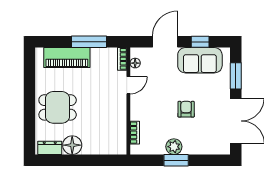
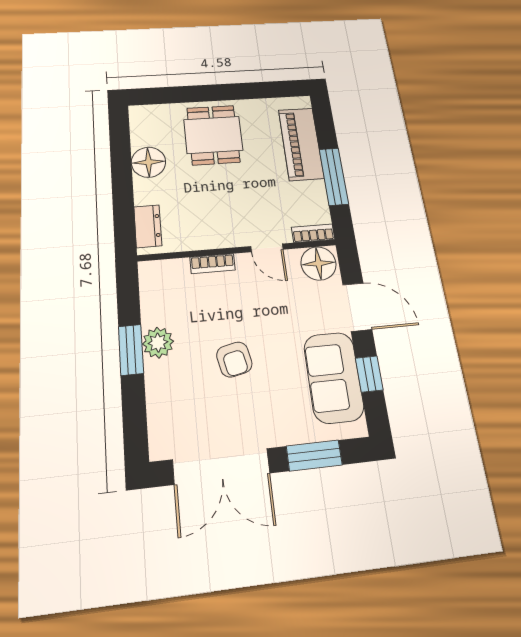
floor lamp: (135, 63) -> (319, 263), width x1.89, depth x1.89
armchair: (186, 109) -> (234, 359), turned 78
bookcase: (135, 133) -> (213, 264), moved
dresser: (50, 148) -> (148, 226), moved

